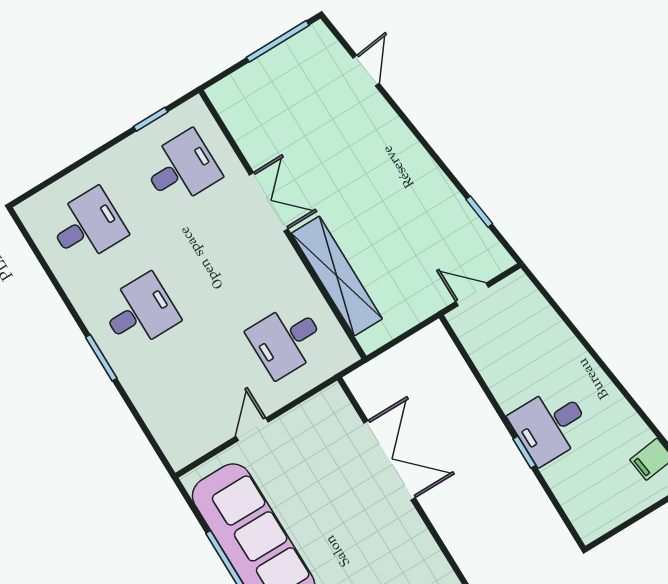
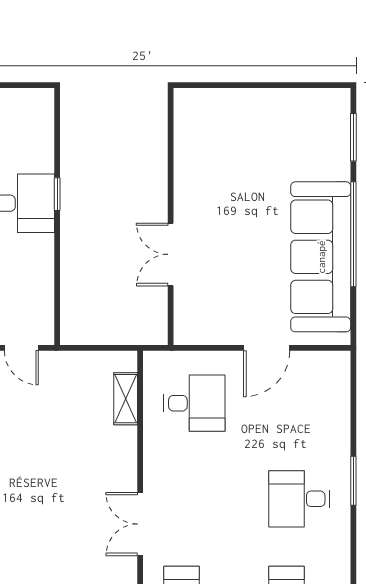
shelving: (337, 276) -> (126, 399), width x0.45, depth x0.75
door: (252, 429) -> (267, 348), width x1.38
double door: (390, 460) -> (171, 254), width x0.73

